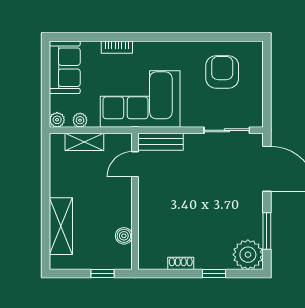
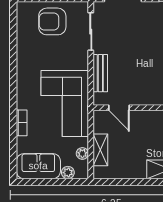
armchair: (222, 72) -> (52, 21), moved
plant: (57, 120) -> (68, 173), moved
bench: (161, 142) -> (100, 73), moved

